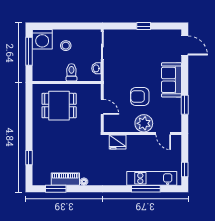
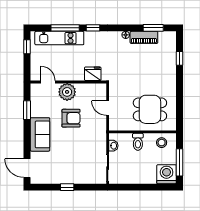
stool: (66, 46) -> (162, 143), moved
window: (117, 189) -> (93, 28), added

